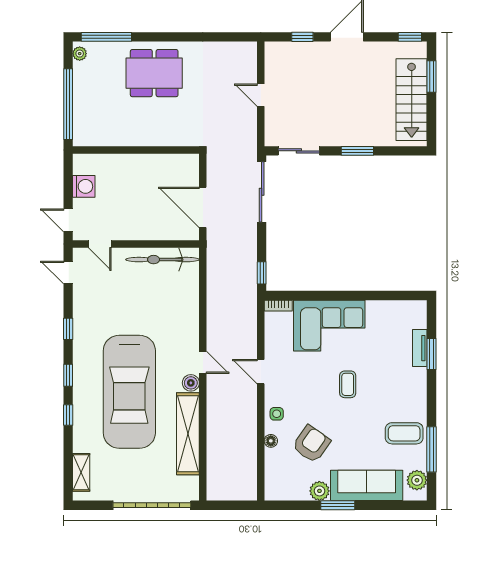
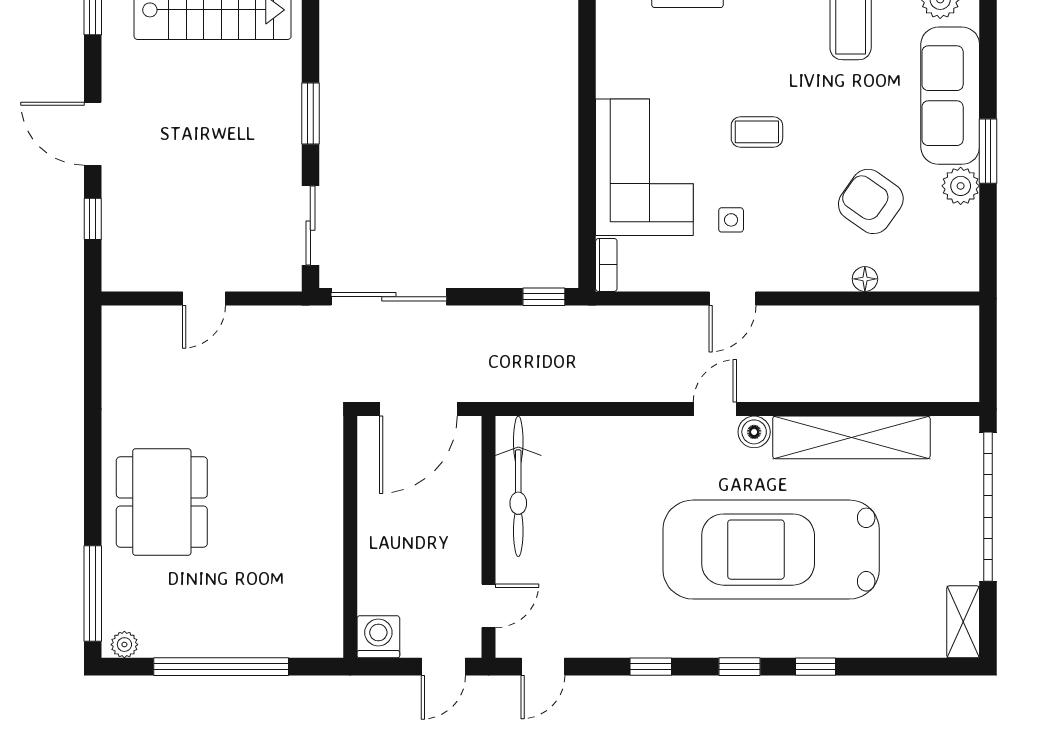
wall: (136, 150) -> (350, 537), moved
car: (129, 392) -> (771, 550), turned 180
side table: (277, 414) -> (731, 220), moved
shelving: (81, 472) -> (963, 622), moved, turned 90

